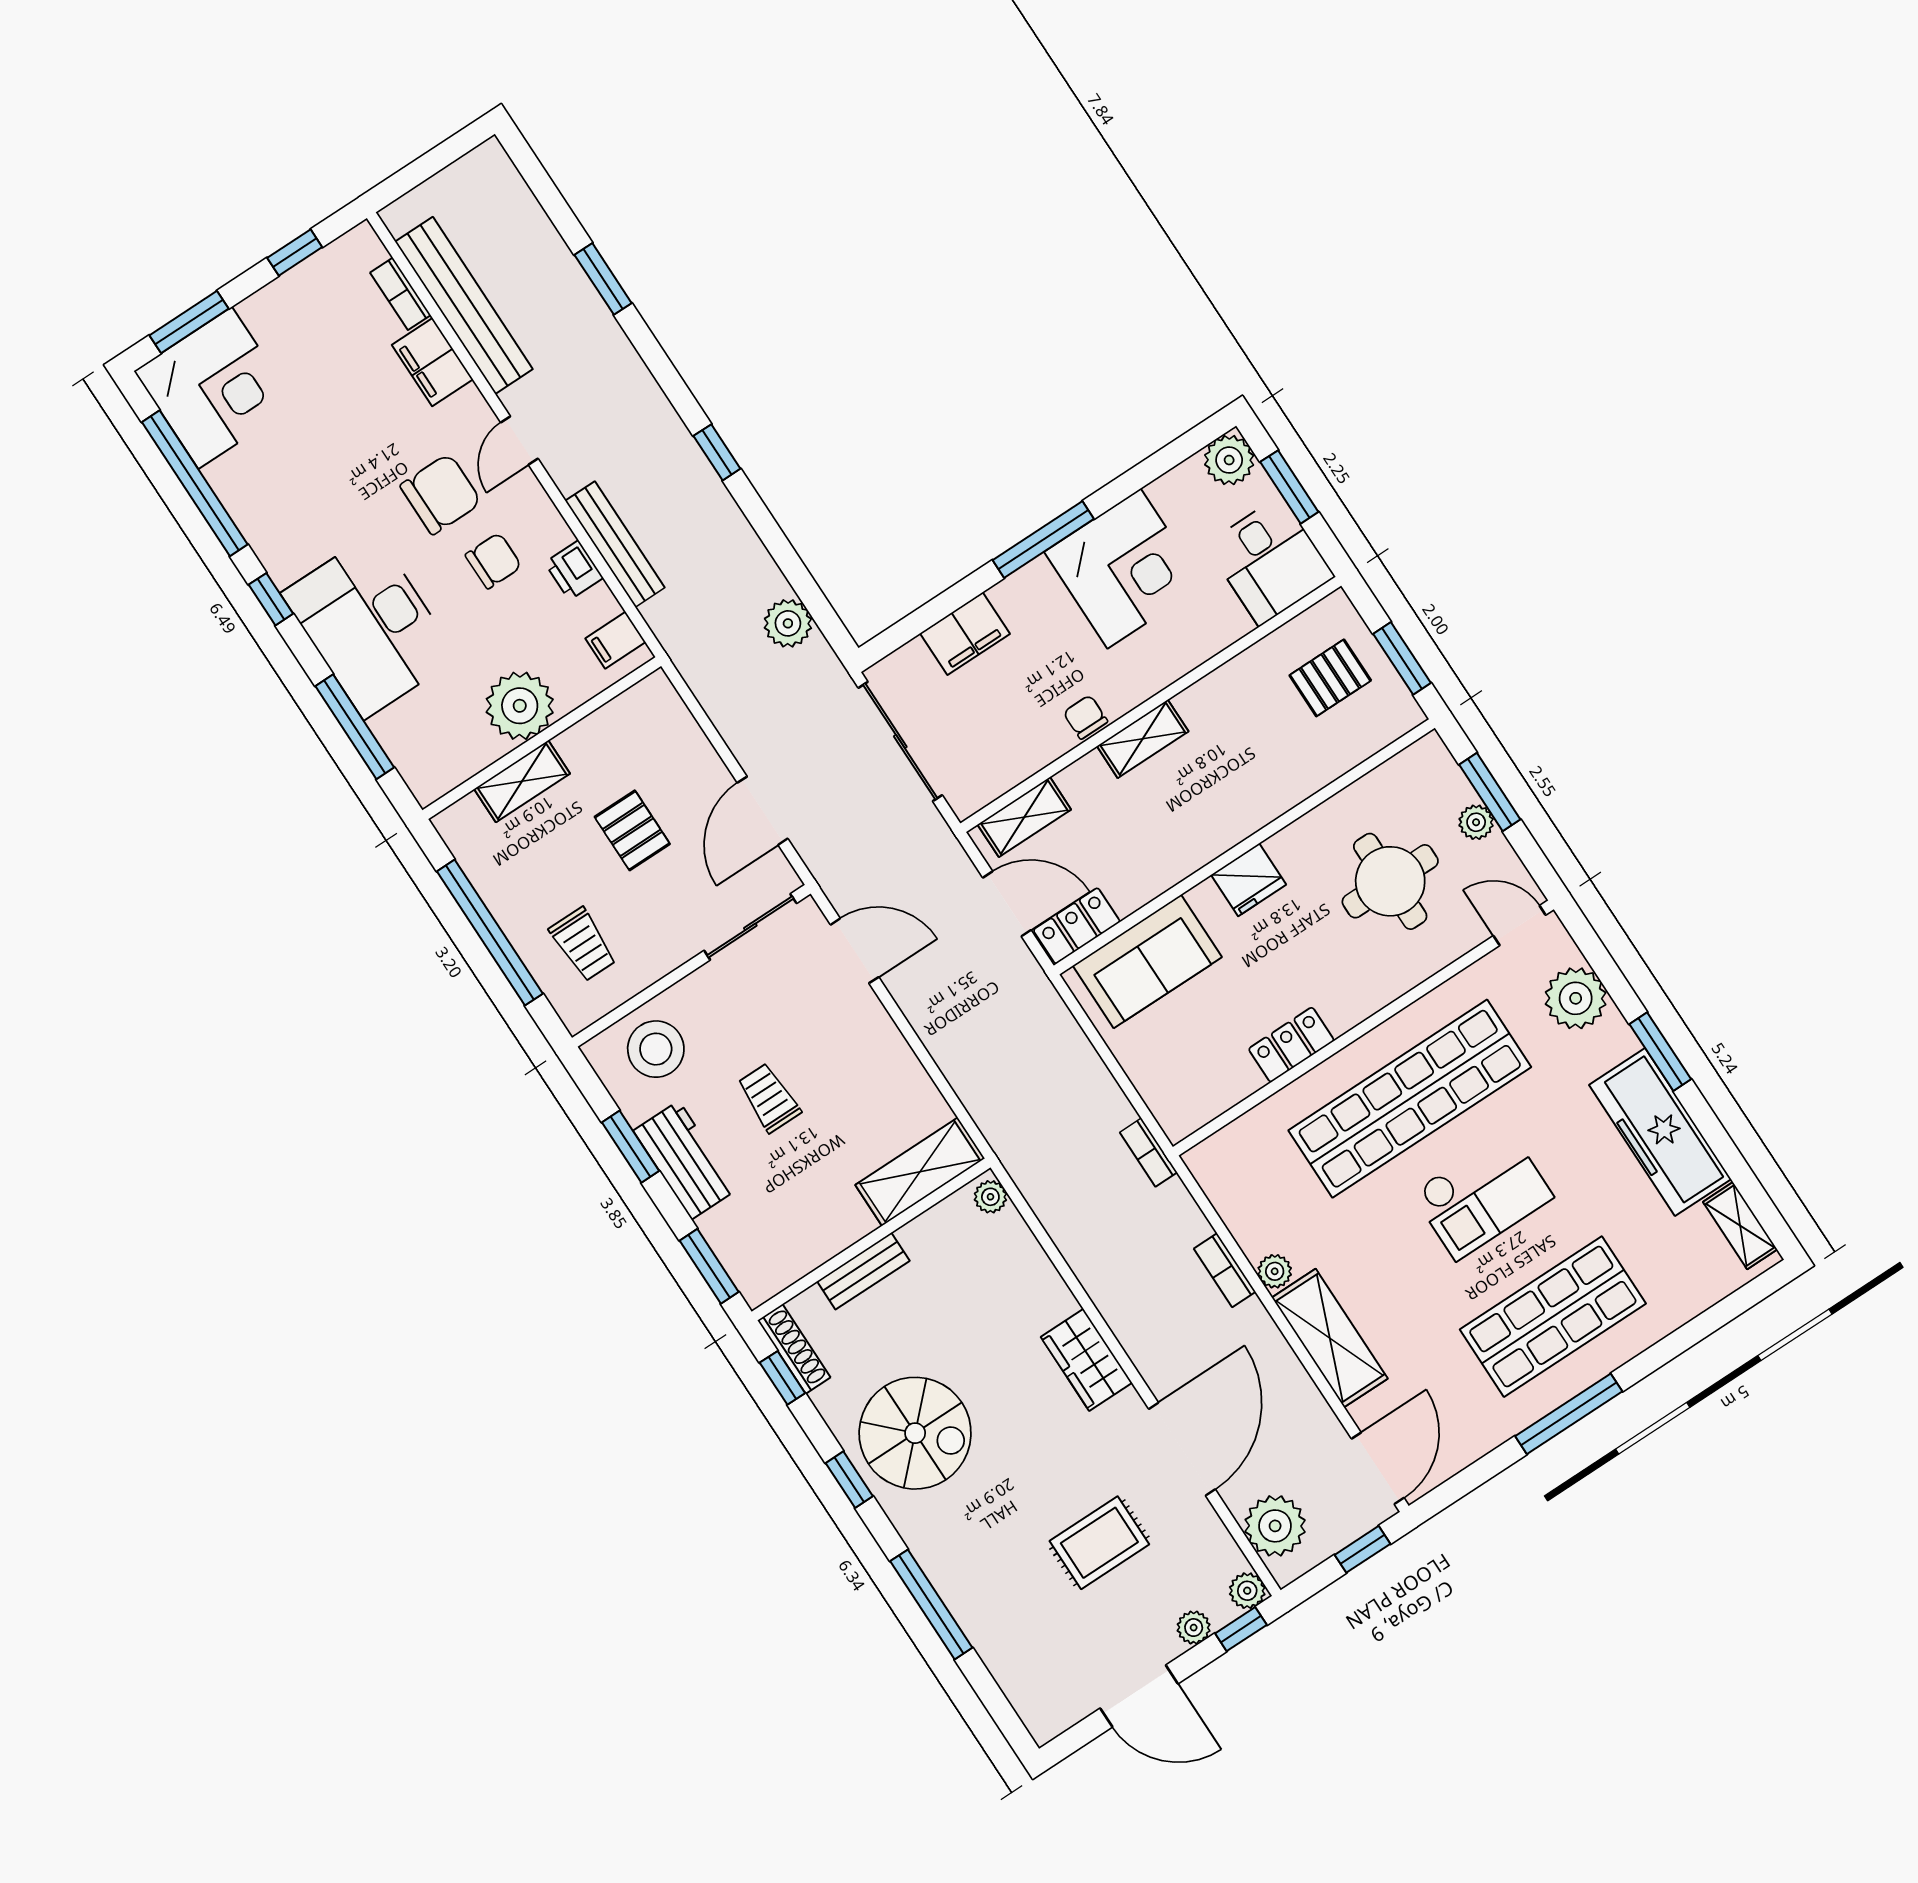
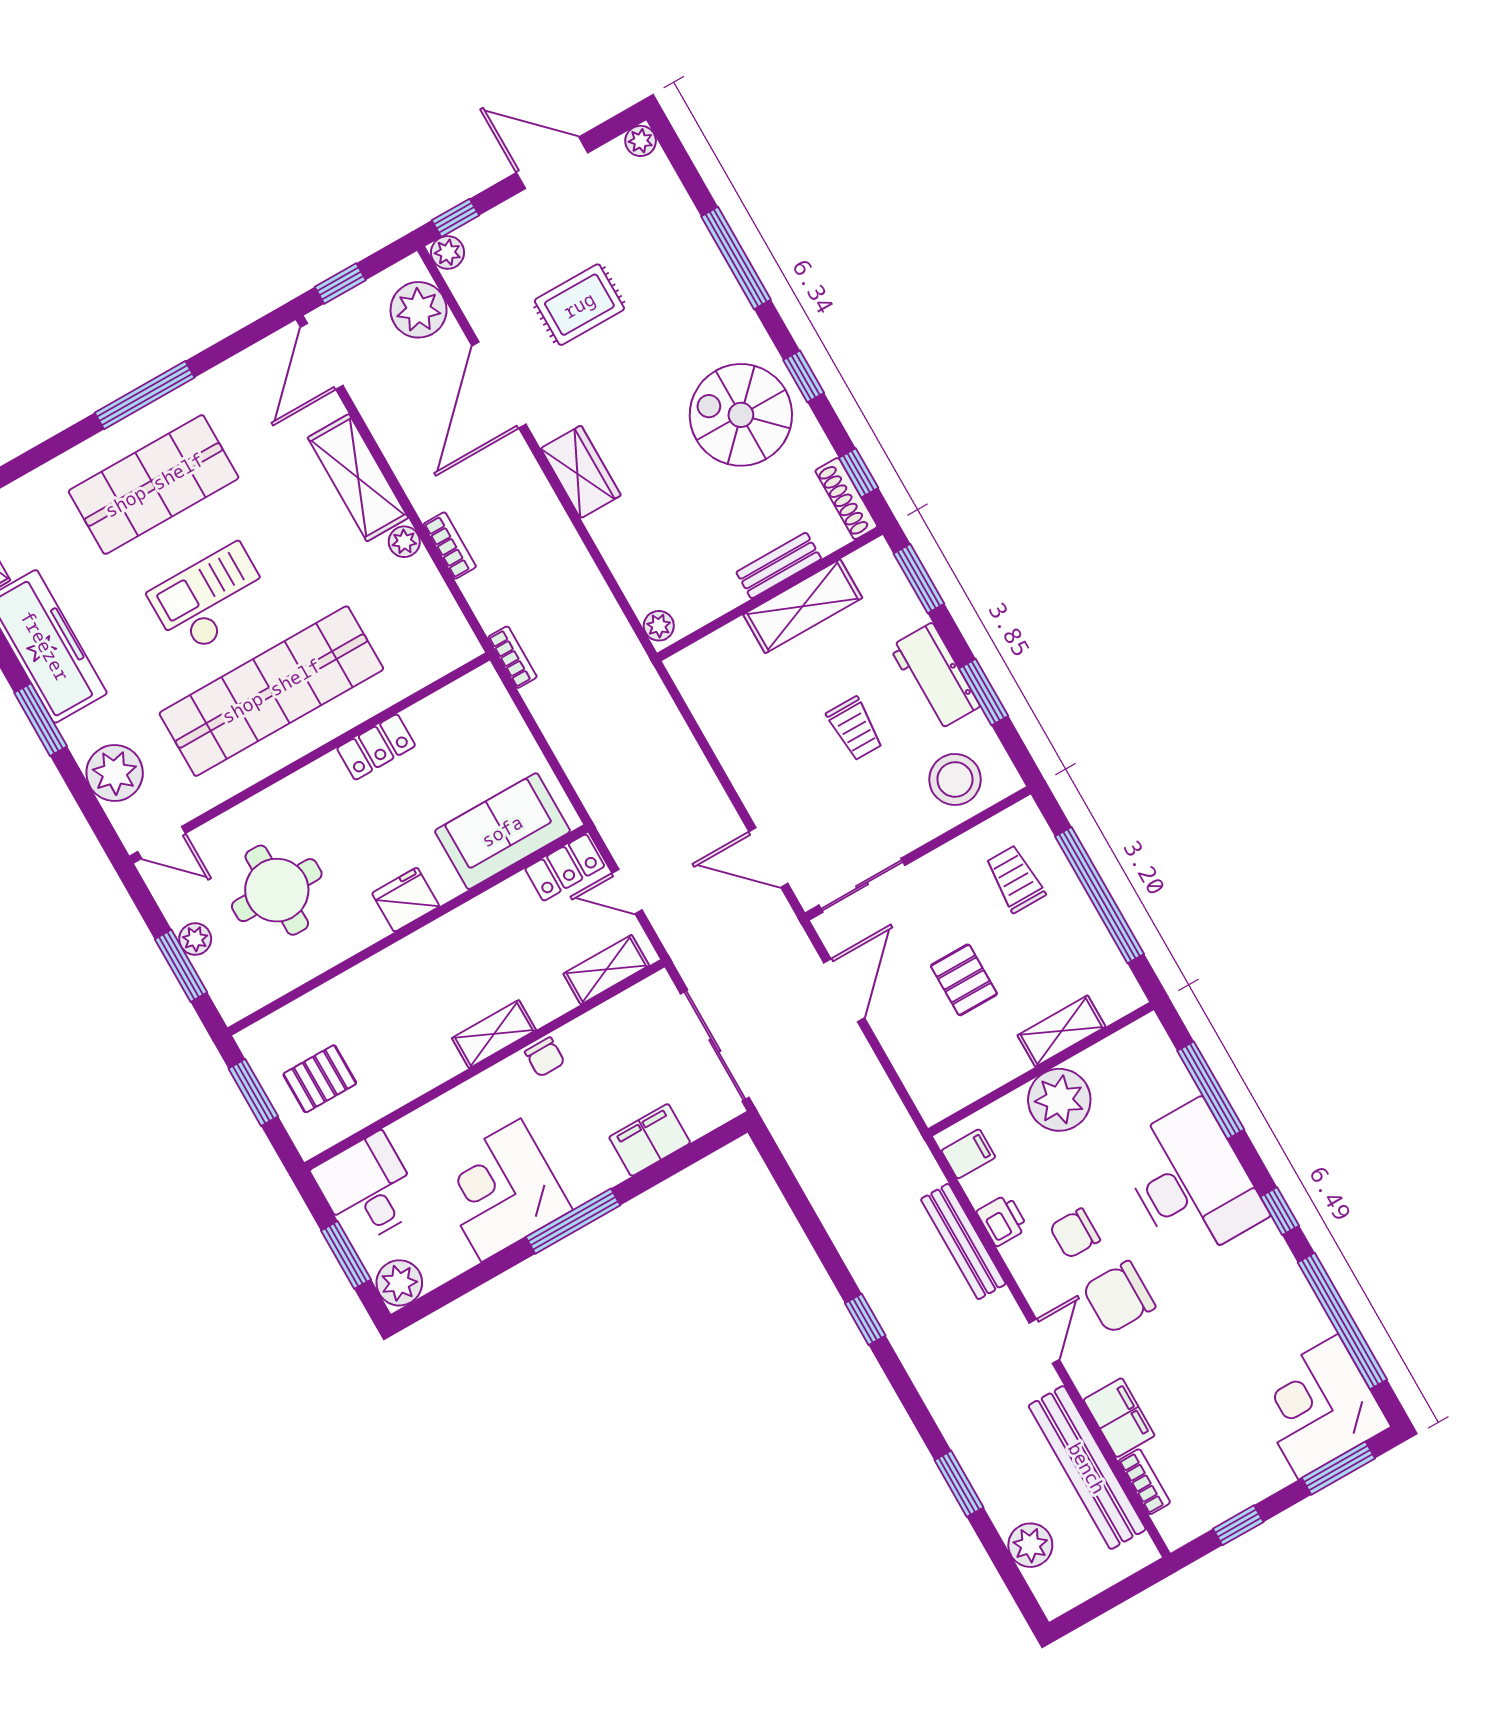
plant: (788, 623) -> (1030, 1545), moved
door: (1007, 904) -> (627, 892), width x0.73
shelving: (920, 1172) -> (803, 606), moved
plant: (1194, 1628) -> (641, 141), moved

